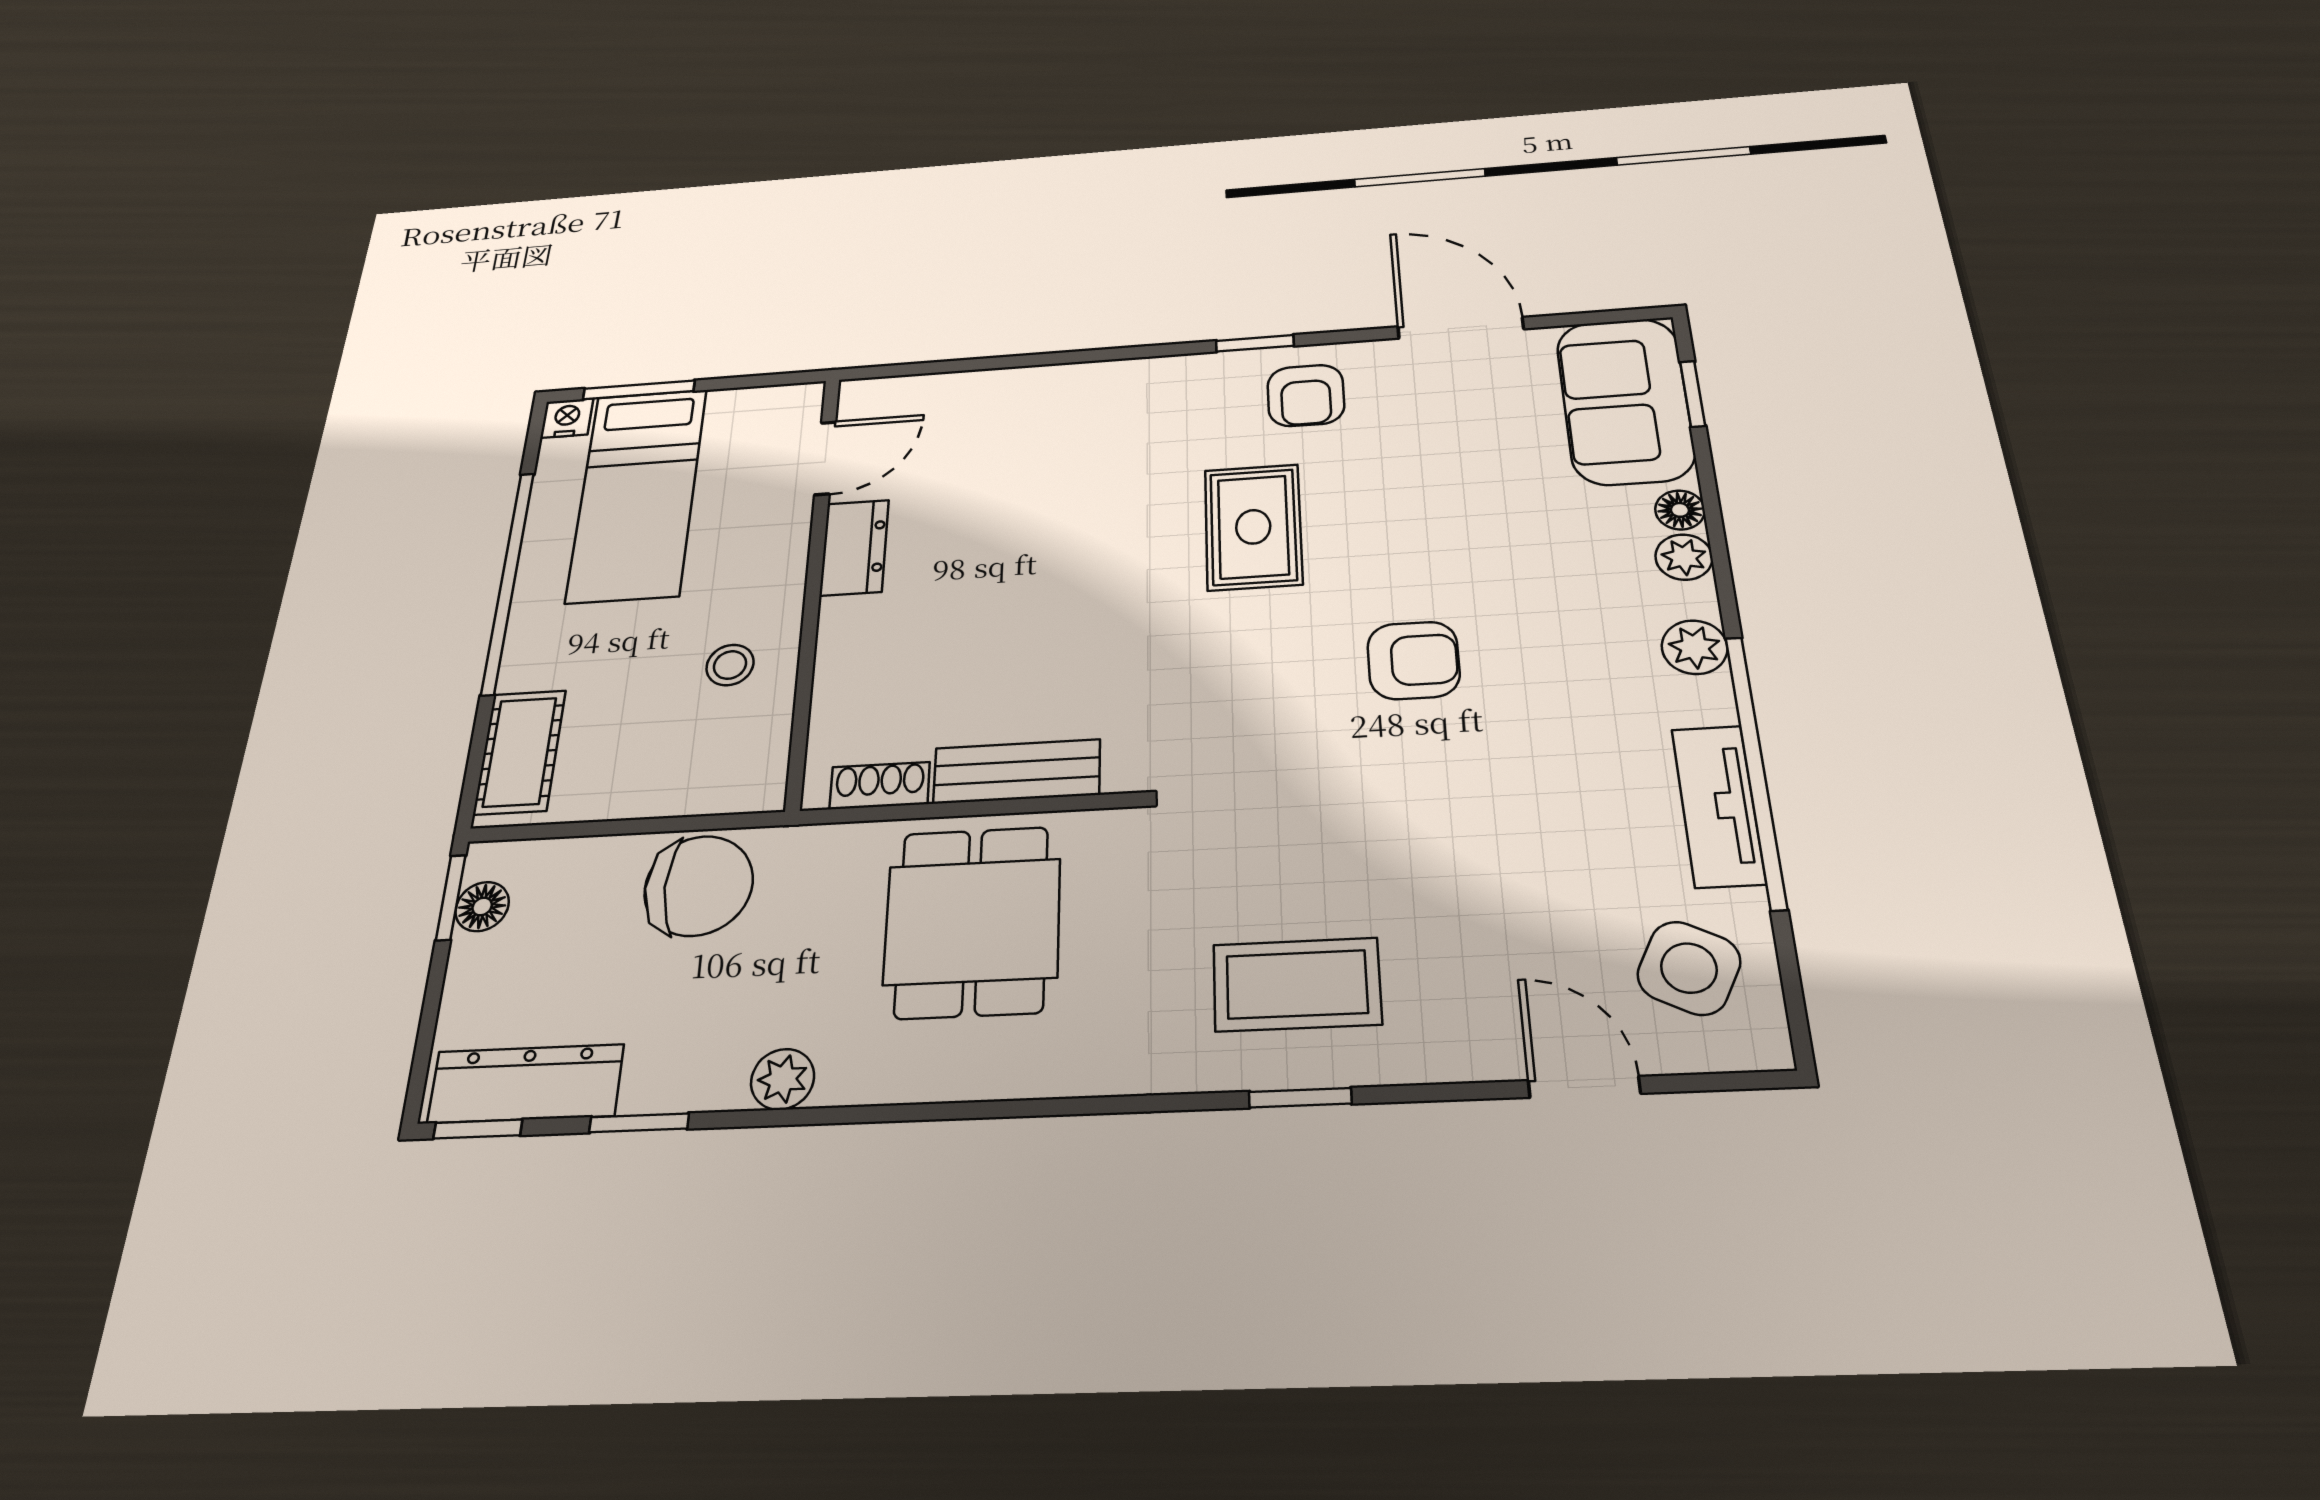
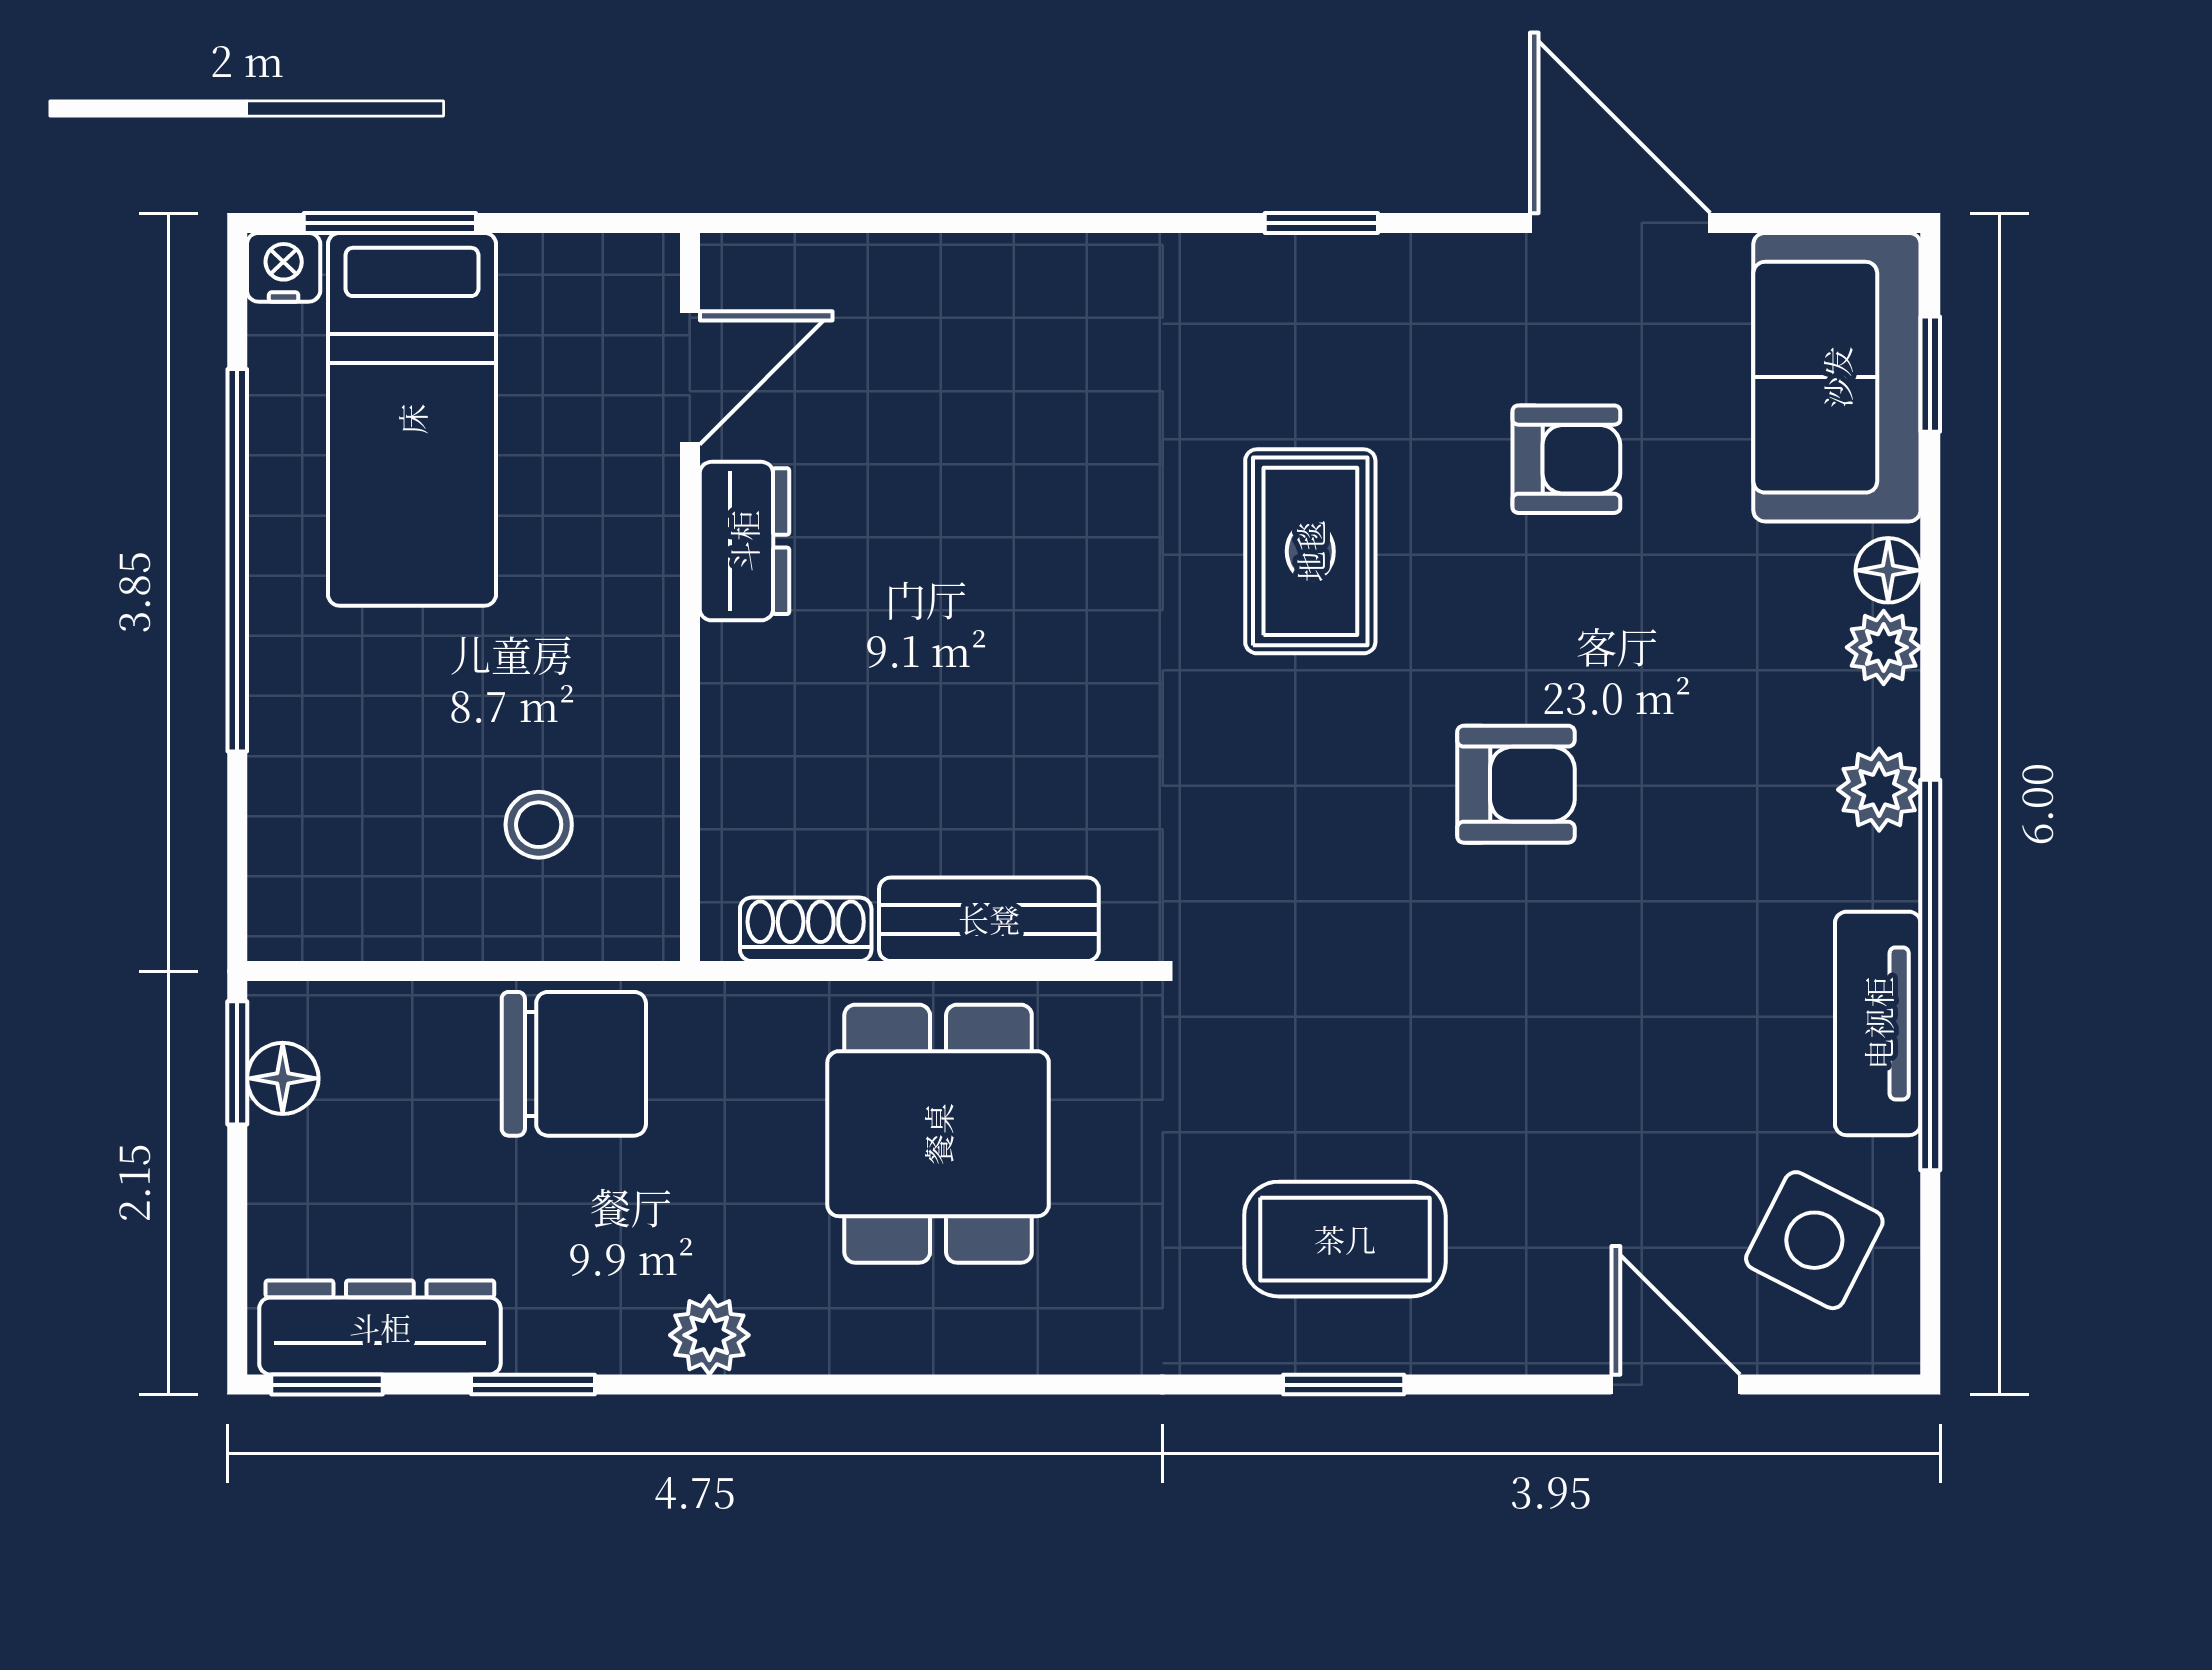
armchair: (1306, 395) -> (1566, 459), moved, turned -90
stool: (730, 665) -> (539, 825), moved
cot: (520, 752) -> (298, 846), removed

